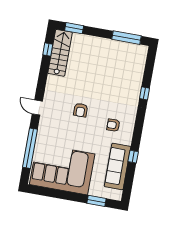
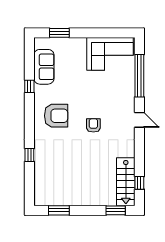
window: (126, 38) -> (59, 210), width x0.69
armchair: (113, 125) -> (56, 116), width x1.88, depth x1.88
sofa: (118, 166) -> (44, 67), width x0.73
corner sofa: (62, 169) -> (110, 54), width x0.73, depth x0.74

